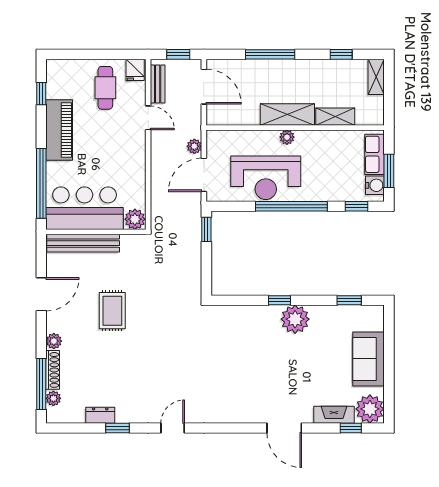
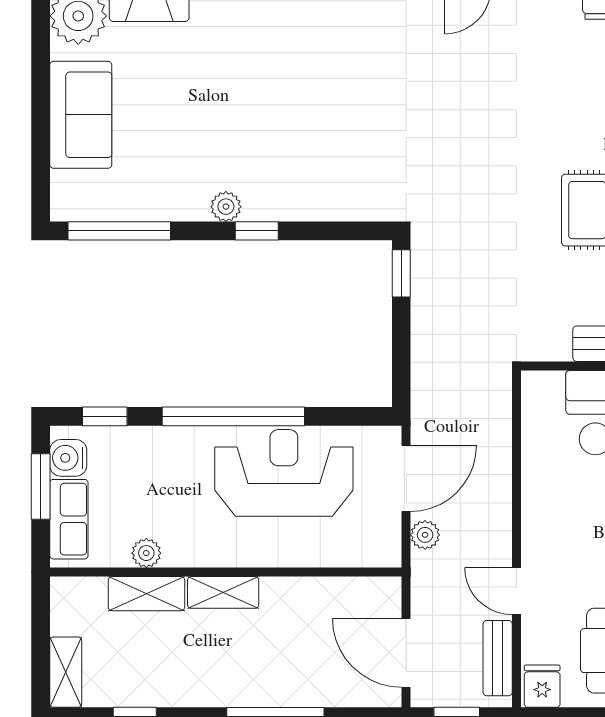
shelving: (287, 115) -> (223, 592), width x0.67, depth x0.75
plant: (287, 137) -> (146, 553), moved
plant: (135, 219) -> (542, 391), removed
window: (206, 229) -> (401, 273), moved
window: (349, 300) -> (119, 231), width x2.17
plant: (295, 319) -> (226, 207), width x0.53, depth x0.53

